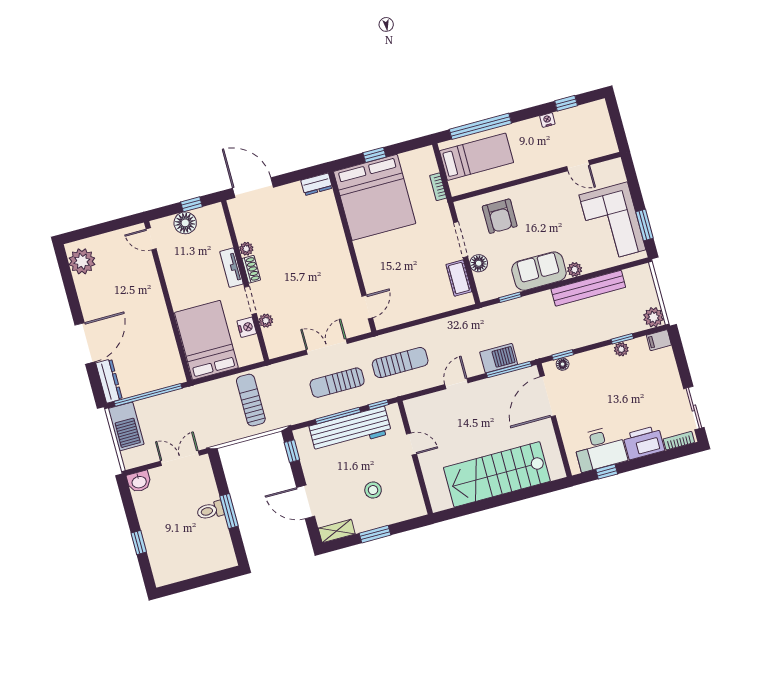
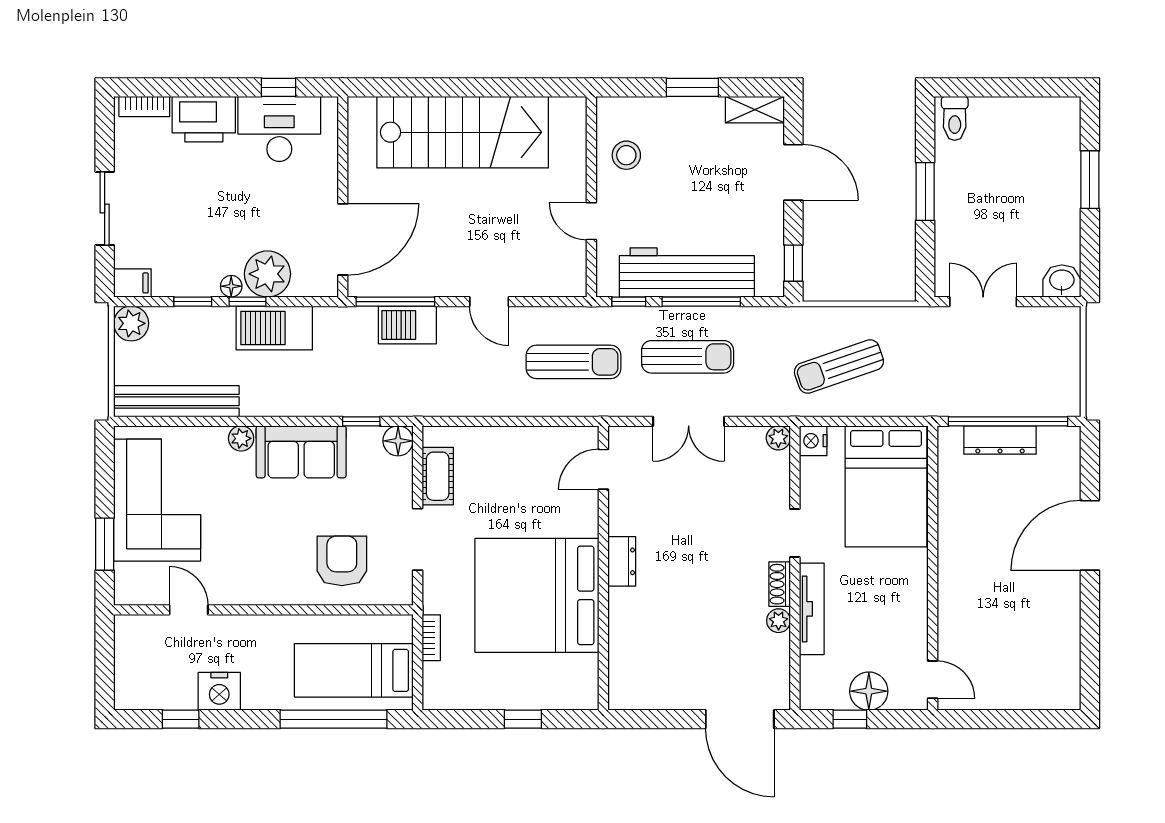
nightstand: (547, 120) -> (219, 691), width x1.89, depth x1.79
dresser: (317, 184) -> (622, 561), moved, turned 90
bed: (375, 197) -> (537, 595), moved, turned -90
window: (644, 225) -> (105, 544), moved
plant: (82, 261) -> (1058, 673), removed
floor lamp: (479, 263) -> (398, 441), moved
tv unit: (231, 268) -> (812, 609), width x1.41
bench: (588, 288) -> (176, 401), moved
plant: (266, 321) -> (778, 438), moved
nightstand: (247, 327) -> (813, 441), moved
plant: (621, 349) -> (267, 274), moved, width x1.87, depth x1.87
window: (563, 355) -> (248, 302), moved
sun lounger: (400, 363) -> (573, 362), turned 180
floor lamp: (563, 364) -> (231, 286), moved
dresser: (109, 381) -> (1000, 440), moved, turned -90
door: (456, 384) -> (489, 302), hinge flipped
sun lounger: (251, 400) -> (839, 367), turned 71
sliding door: (694, 408) -> (105, 208), moved
barbecue: (126, 426) -> (274, 328), moved, turned -90
double door: (180, 458) -> (983, 302), swing flipped
stool: (373, 490) -> (626, 155), moved
toilet: (210, 511) -> (955, 118), moved, turned 90
window: (139, 543) -> (1090, 180), width x1.50

